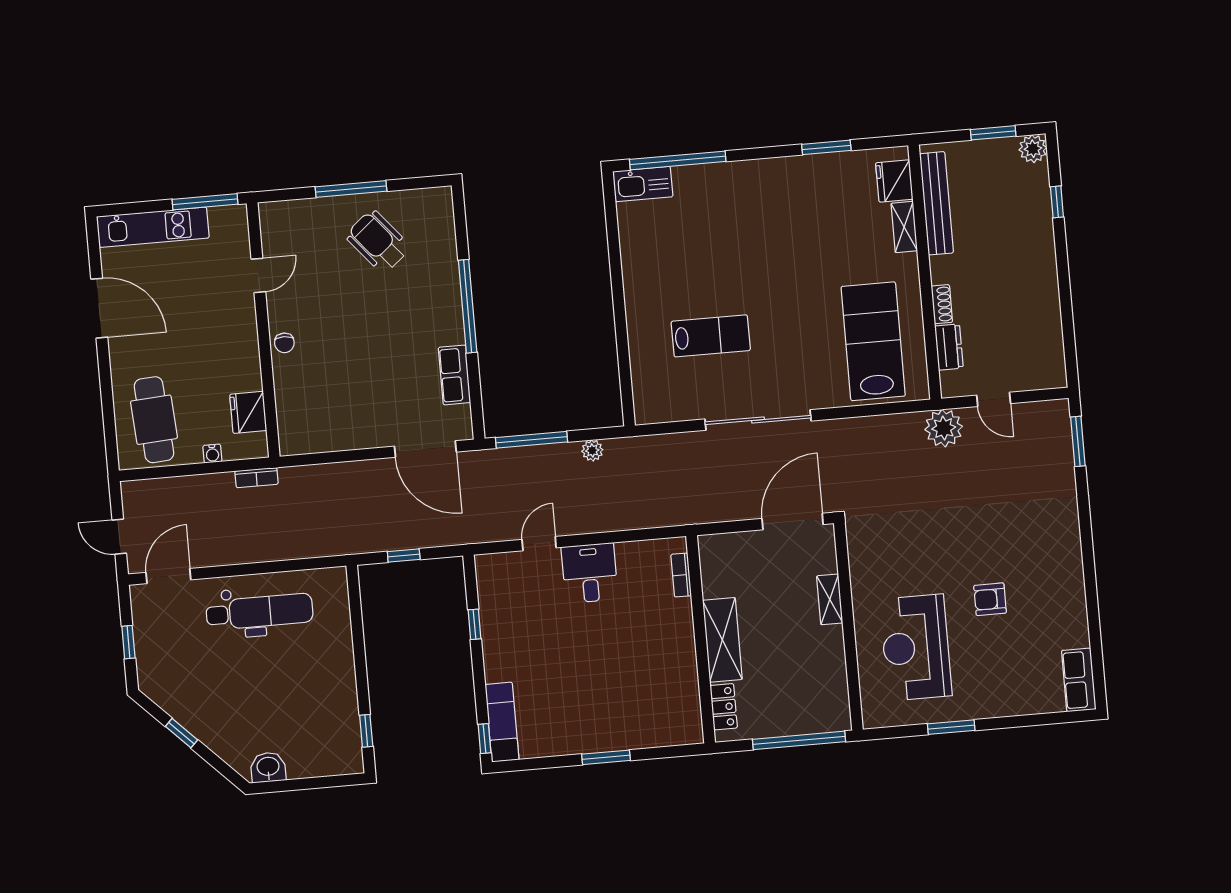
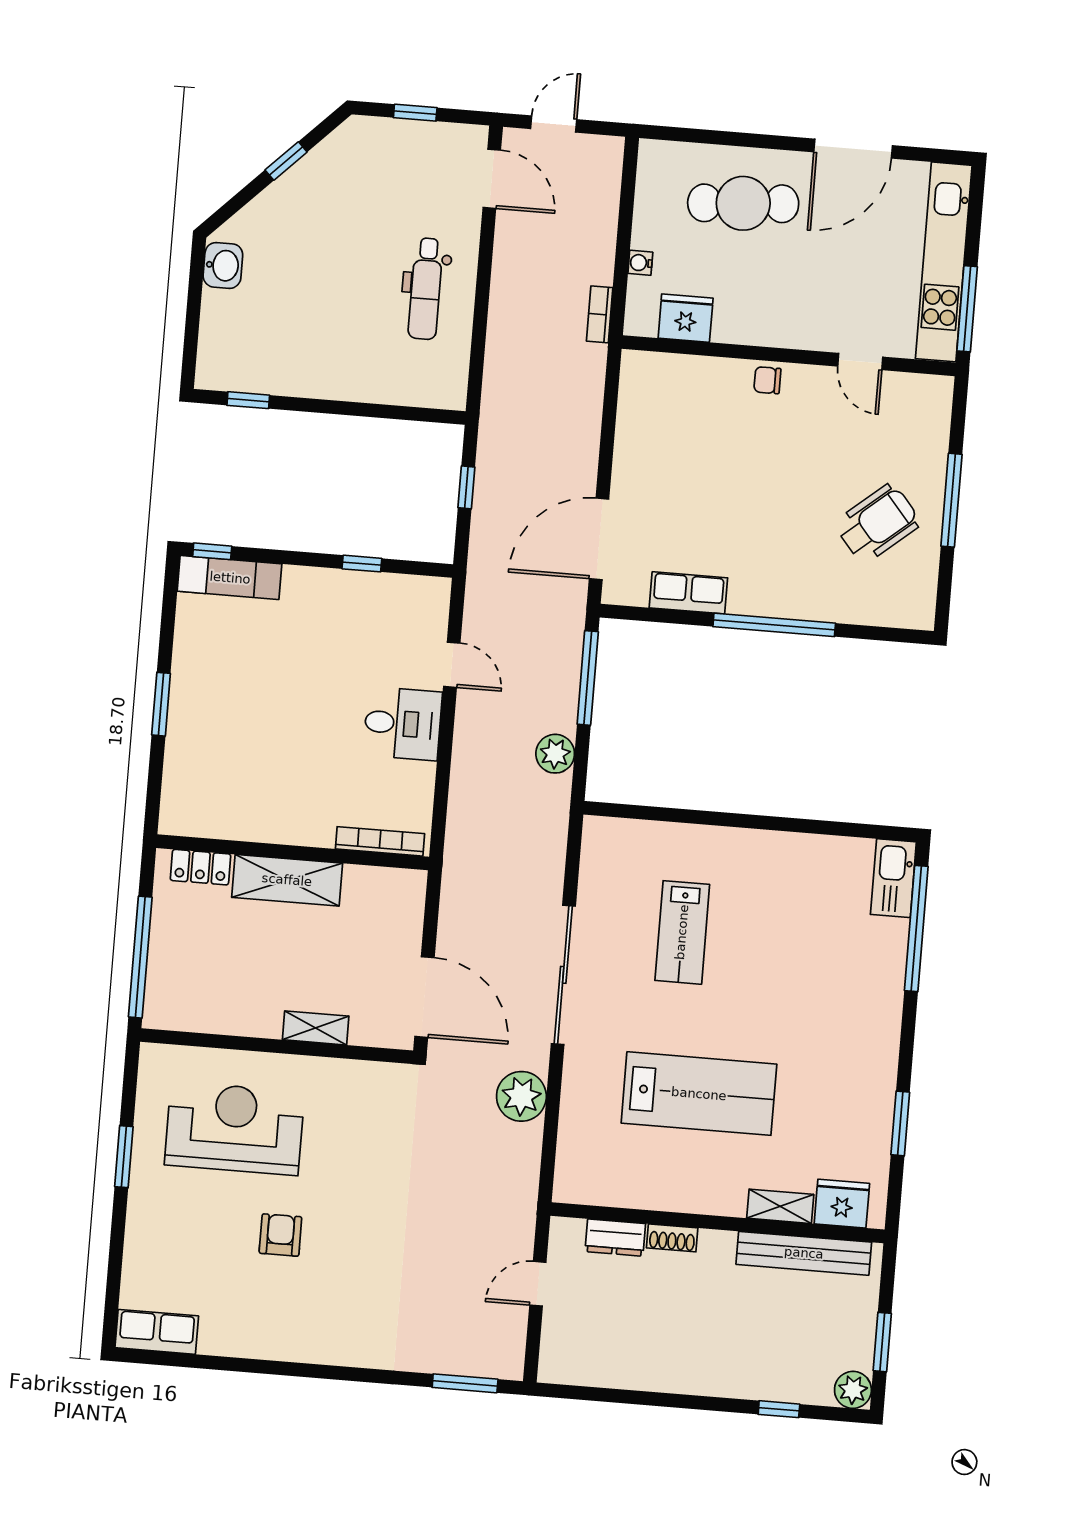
kitchen unit: (153, 227) -> (944, 262), width x1.36
lab bench: (873, 341) -> (699, 1094), moved
cafe table: (154, 420) -> (743, 203), moved
plant: (944, 428) -> (521, 1096), moved
plant: (592, 450) -> (555, 754), width x1.38, depth x1.38
bookcase: (681, 575) -> (380, 841), width x1.56
dental chair: (259, 612) -> (426, 289), width x0.73, depth x0.72

